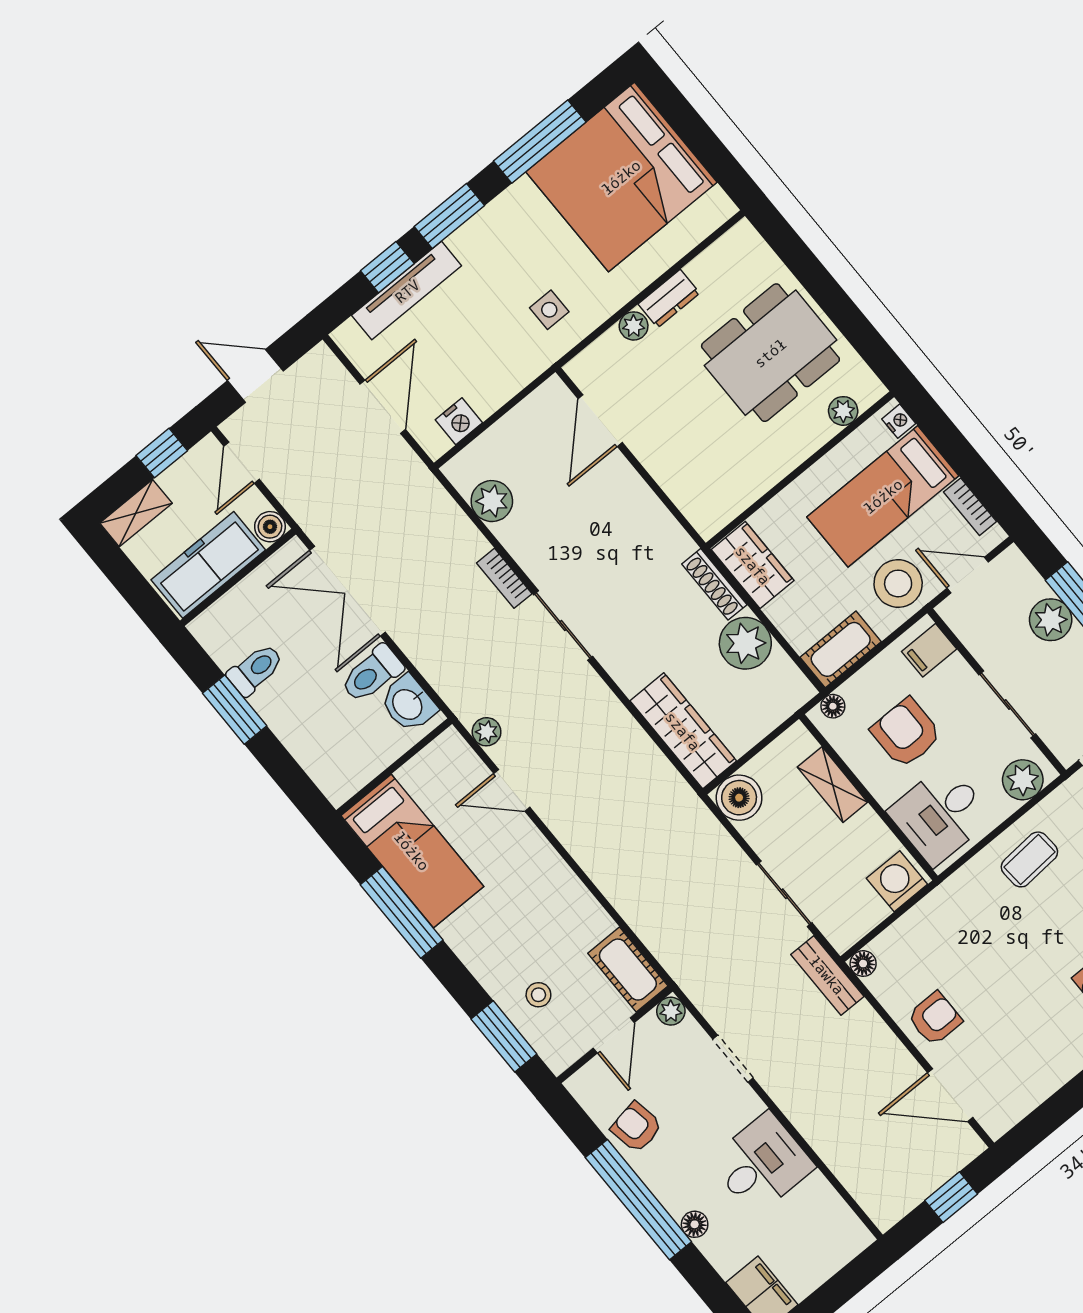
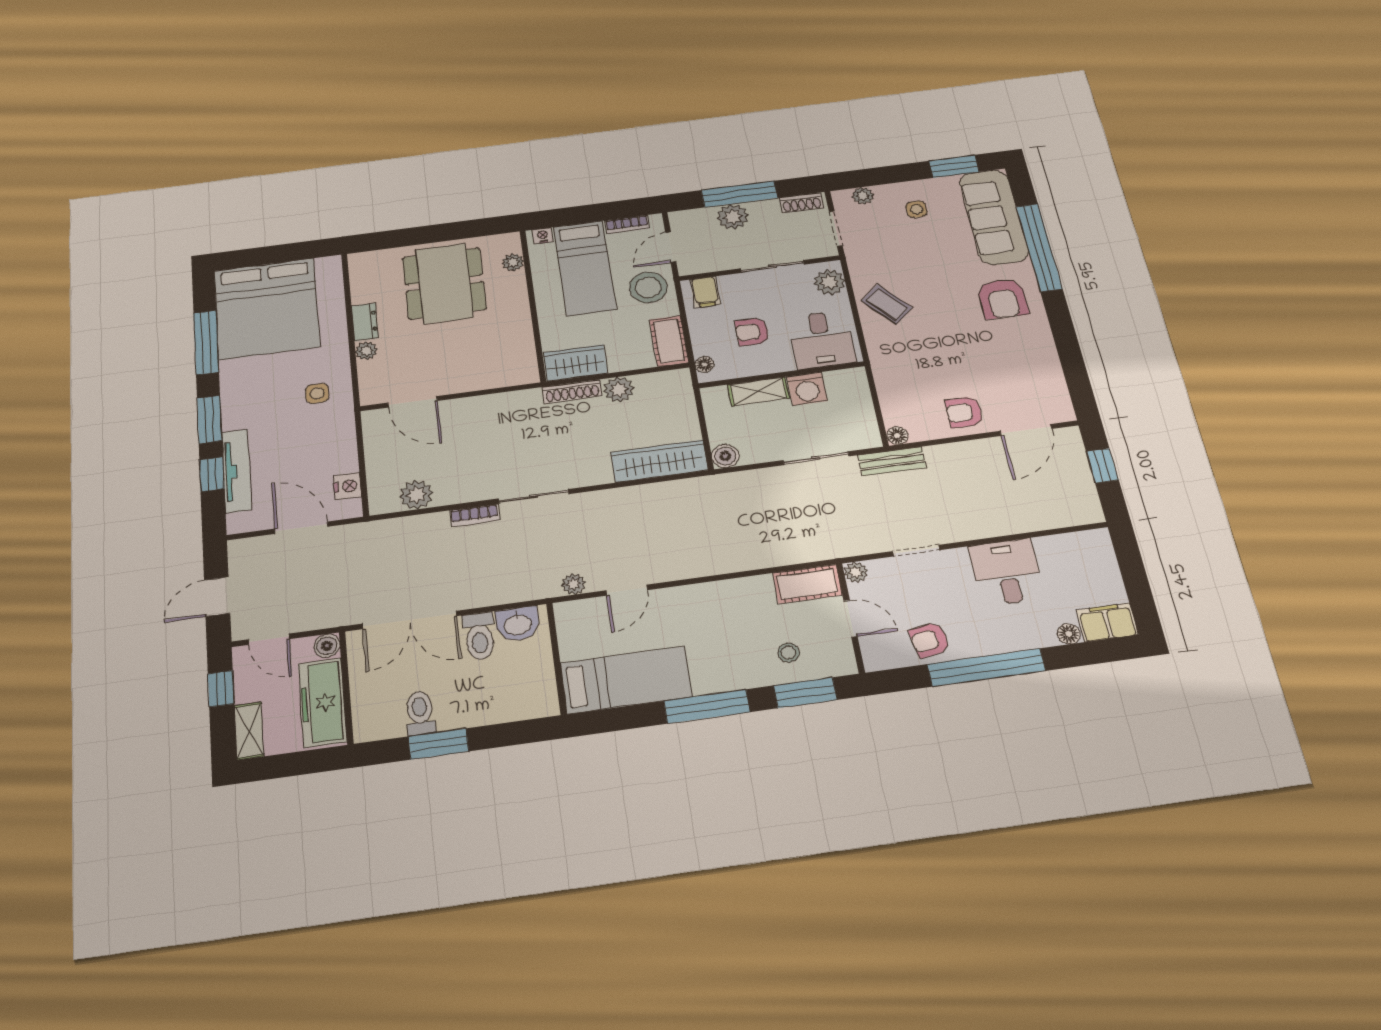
plant: (745, 643) -> (619, 390), width x0.73, depth x0.73
armchair: (906, 733) -> (752, 332), width x0.72, depth x0.72
boiler: (739, 798) -> (725, 456), width x0.73, depth x0.73
coffee table: (1029, 859) -> (887, 304), turned -37
washing machine: (897, 881) -> (807, 389), moved, turned -90
window: (402, 912) -> (707, 706), moved
armchair: (935, 1018) -> (964, 412), turned -90
floor lamp: (695, 1224) -> (1069, 634), moved

